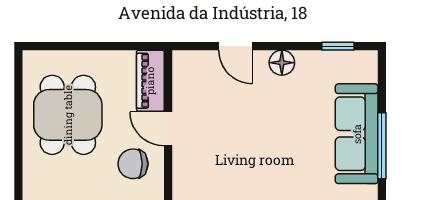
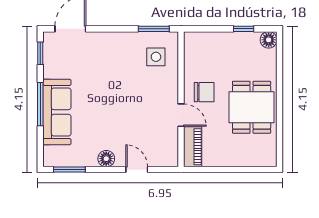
window: (338, 46) -> (69, 170), width x1.50
dining table: (68, 115) -> (252, 107), moved

